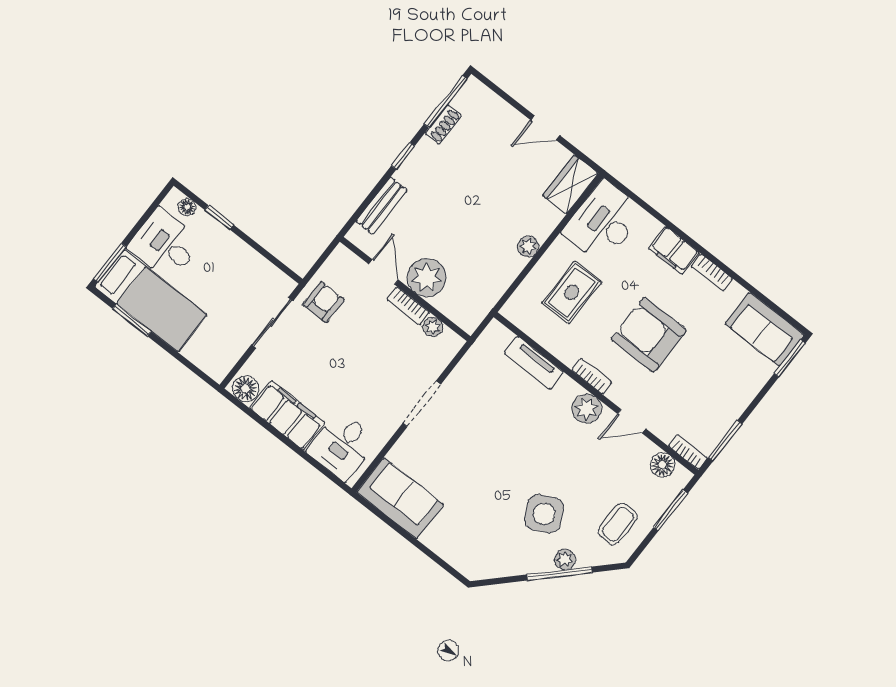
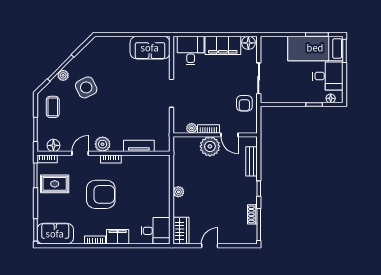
desk: (603, 222) -> (155, 231), width x0.73
rug: (572, 292) -> (55, 184), moved, turned 90

